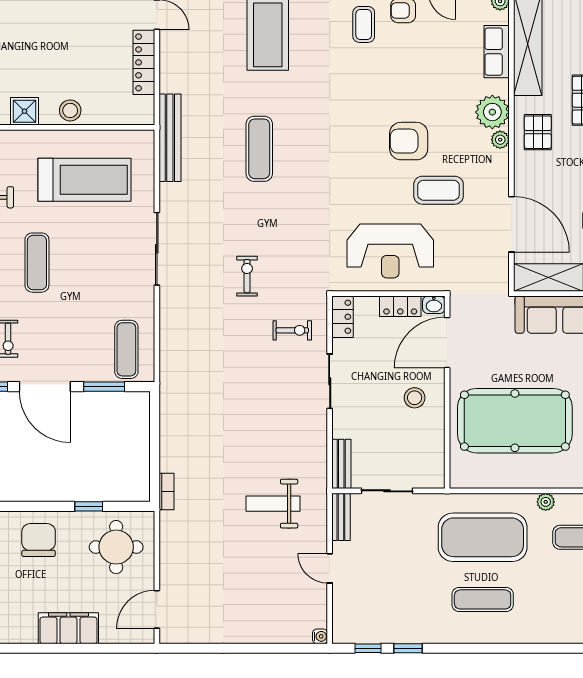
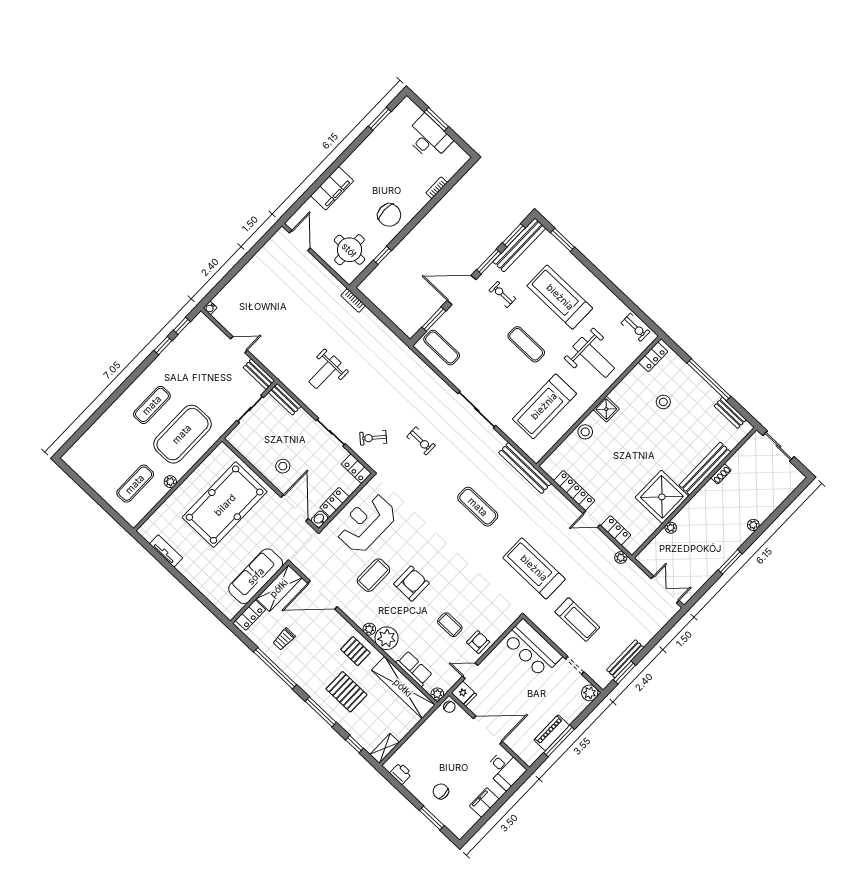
coffee table: (364, 24) -> (450, 625), moved
exercise bike: (292, 330) -> (373, 438), turned 42
weight bench: (273, 504) -> (325, 372), moved, turned 180

